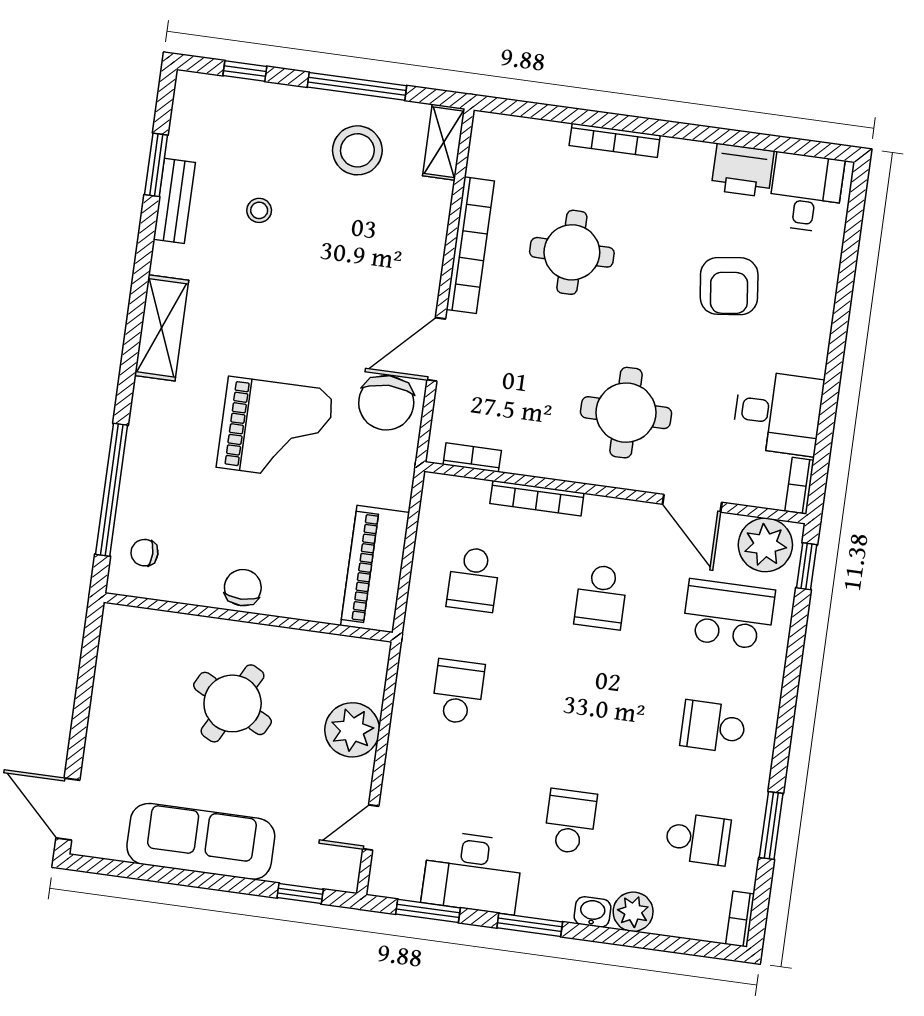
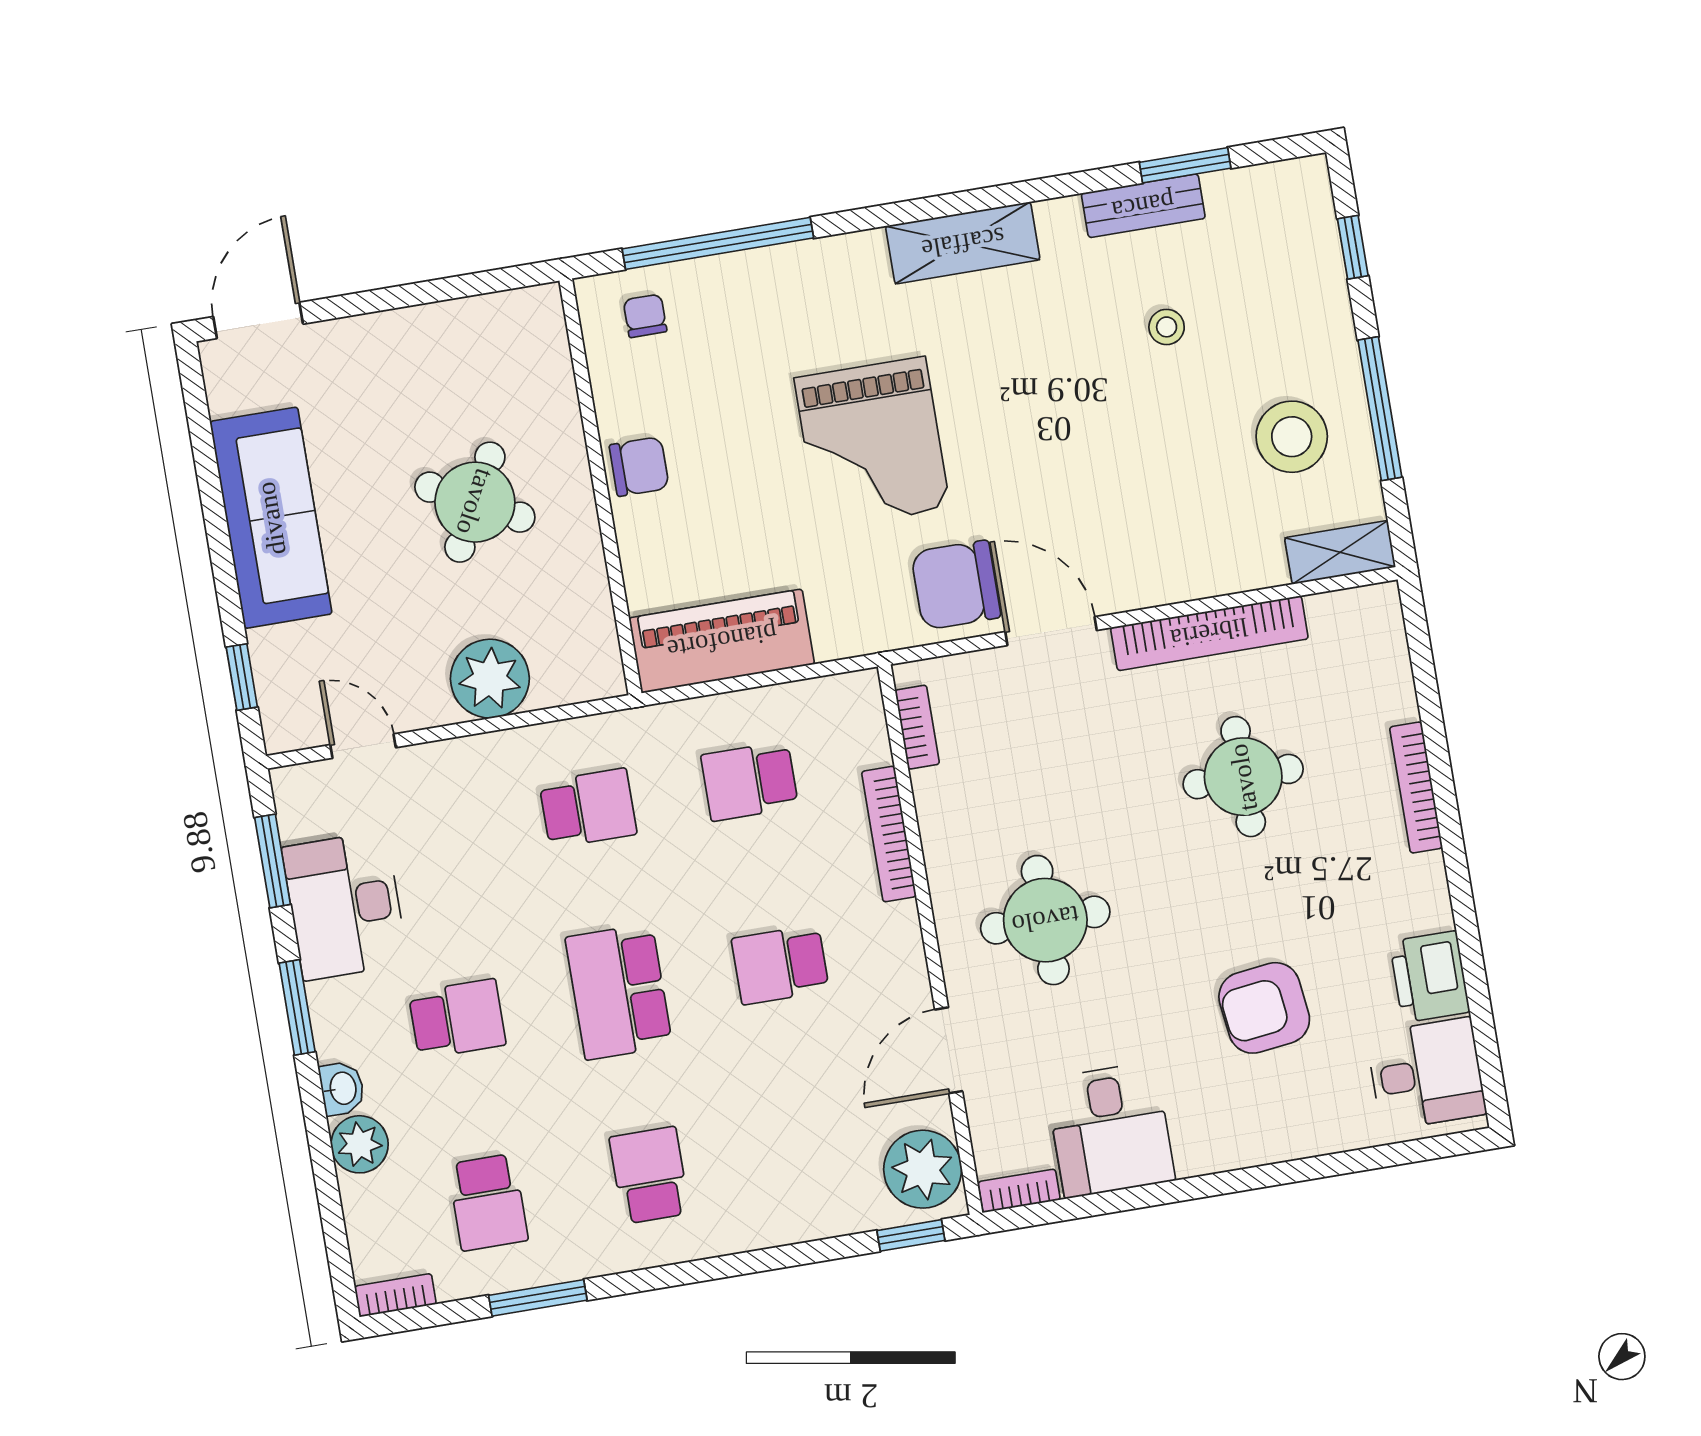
school desk: (729, 614) -> (619, 992), moved, turned 180

